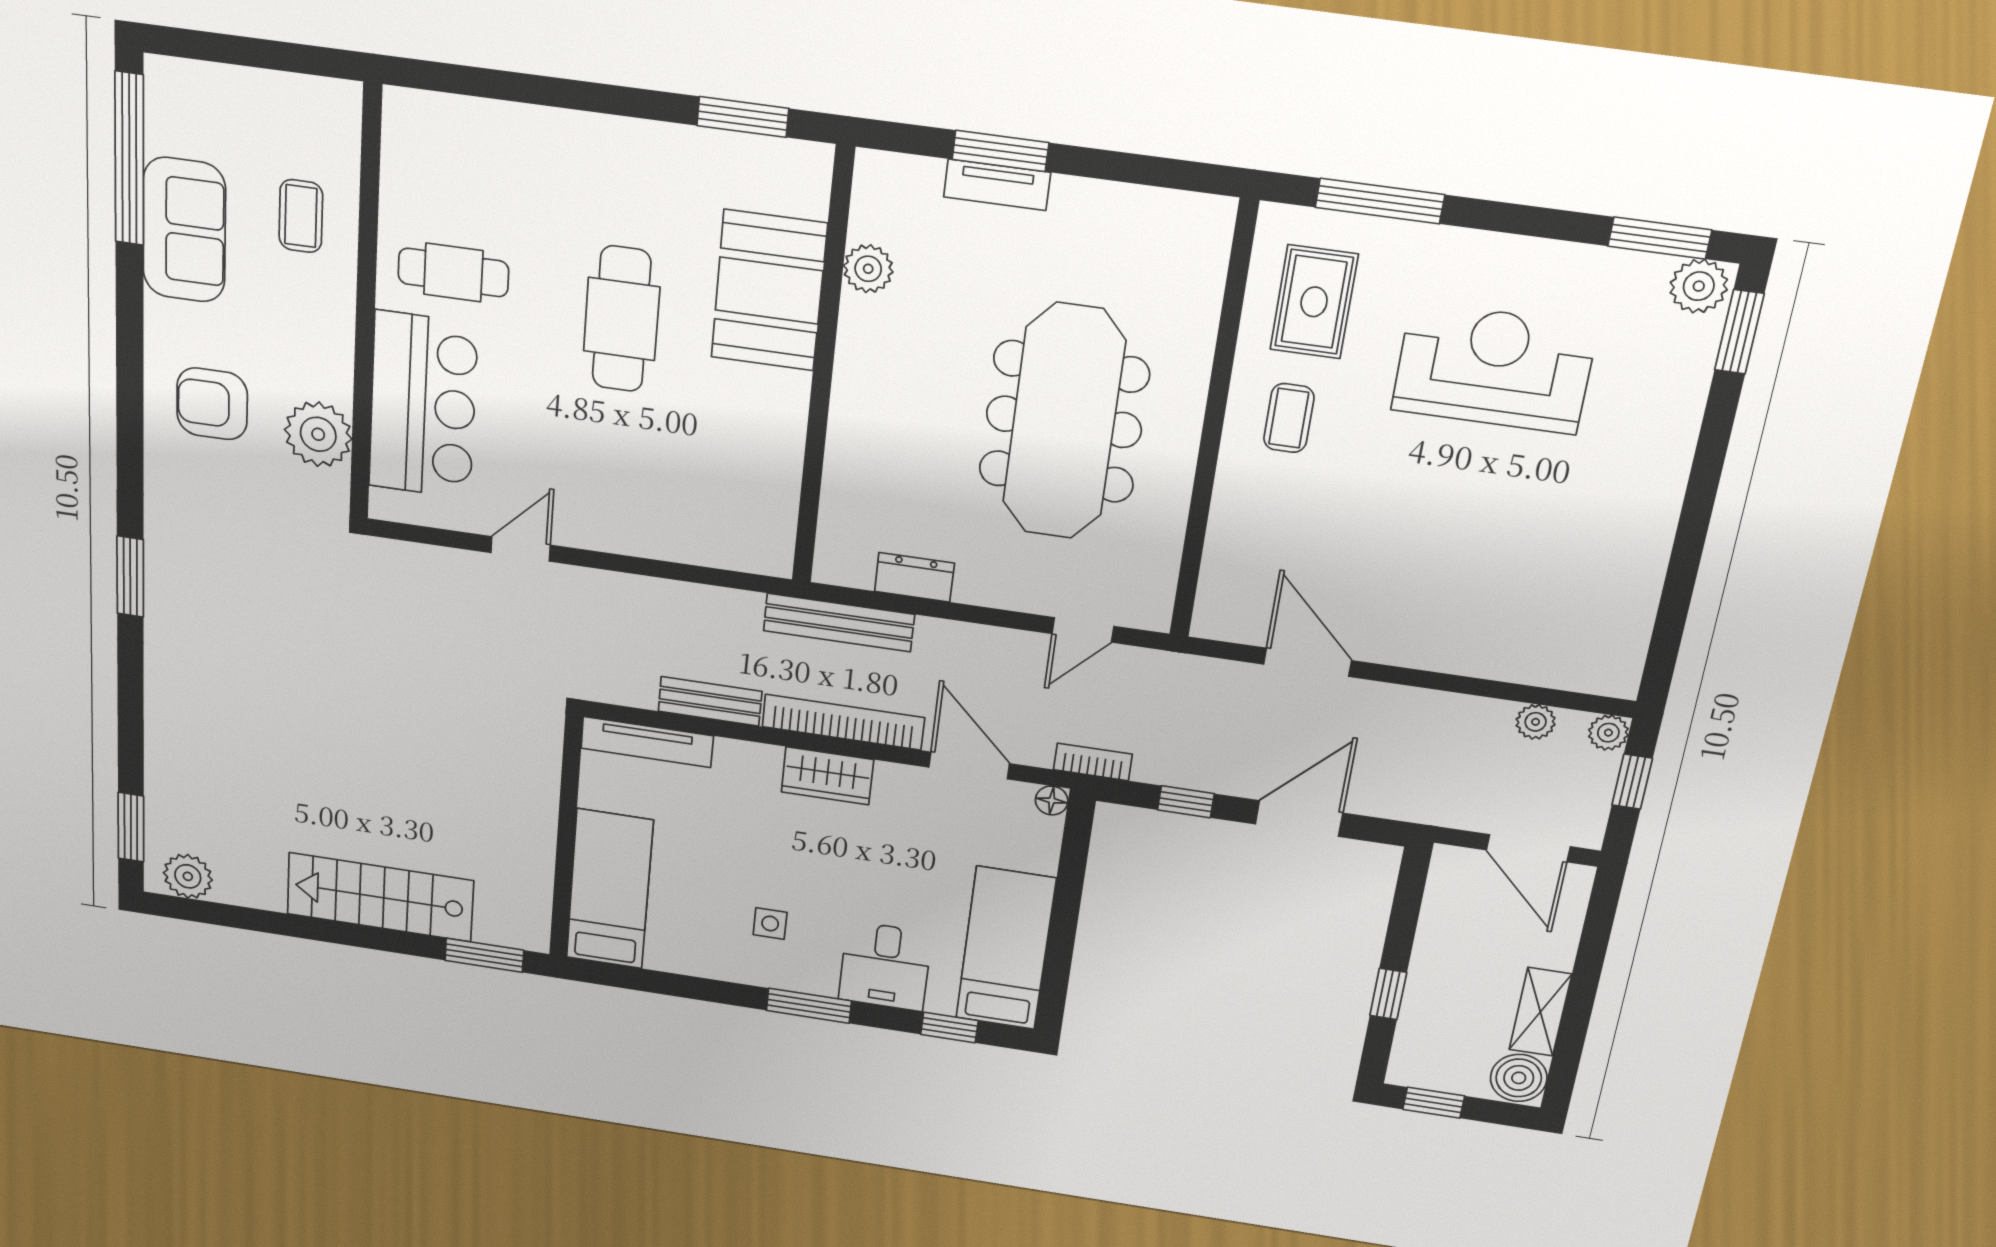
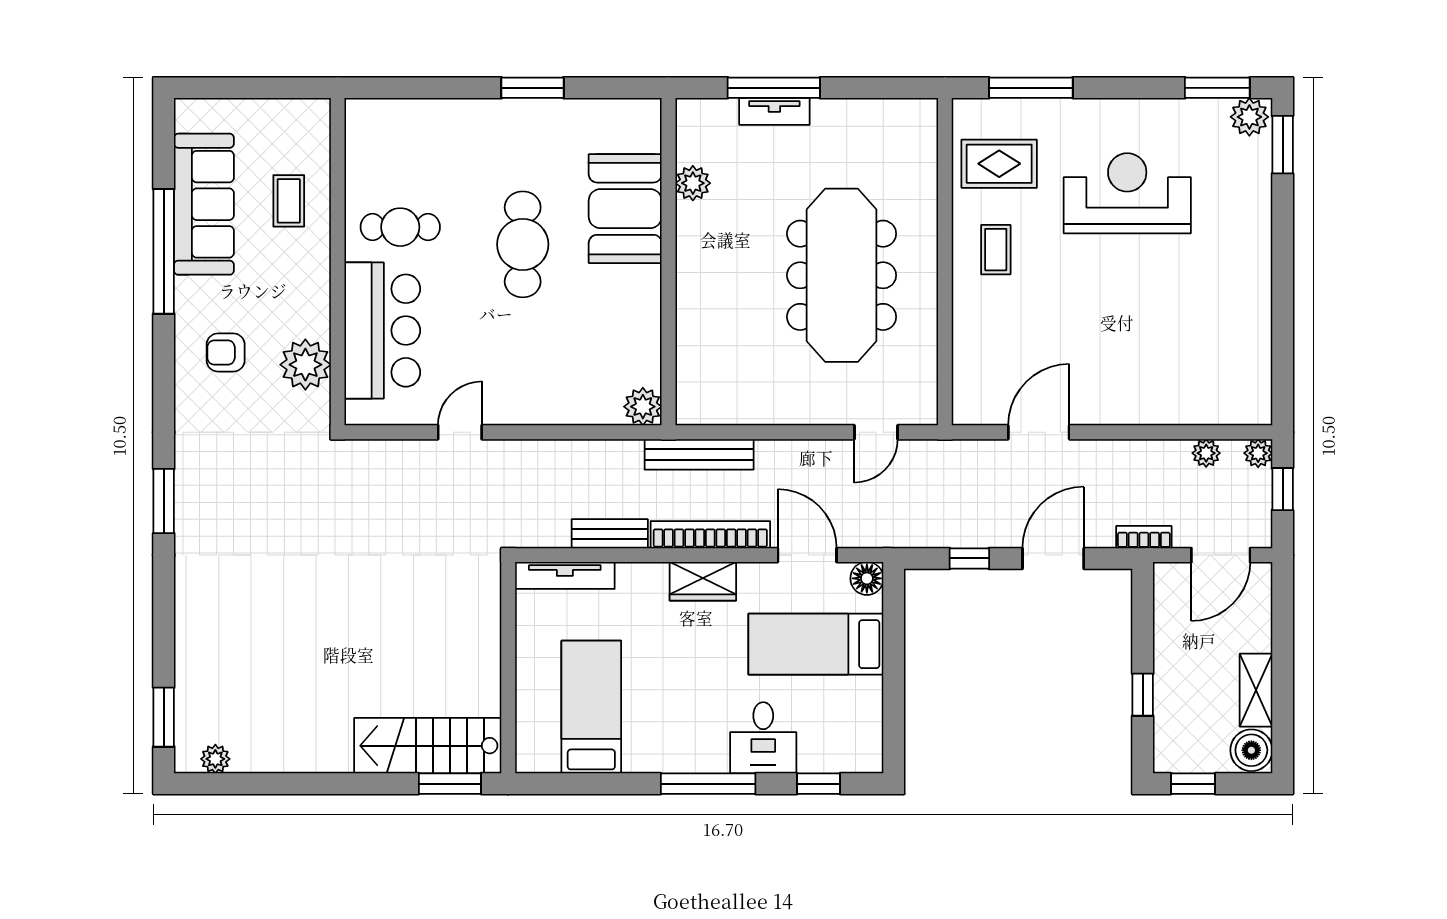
window: (743, 117) -> (532, 88), moved
window: (1000, 151) -> (774, 88), width x1.44
window: (129, 159) -> (164, 251), moved
sofa: (184, 230) -> (204, 204), width x1.36
rug: (1314, 302) -> (999, 164), turned 90
armchair: (212, 404) -> (226, 352), width x0.72, depth x0.72
plant: (769, 552) -> (643, 407), added
dresser: (914, 577) -> (750, 410), removed
door: (1308, 662) -> (1039, 432), hinge flipped
bookcase: (1093, 762) -> (1144, 537), moved
floor lamp: (1052, 800) -> (867, 578), width x1.37, depth x1.37
door: (1528, 848) -> (1221, 555), hinge flipped
plant: (188, 876) -> (215, 759), width x0.73, depth x0.73
bed: (610, 889) -> (591, 707), moved
stairs: (380, 897) -> (428, 746), moved
side table: (770, 923) -> (671, 716), removed
bed: (1006, 948) -> (816, 644), moved, turned -90
window: (809, 1006) -> (708, 784), width x1.44

